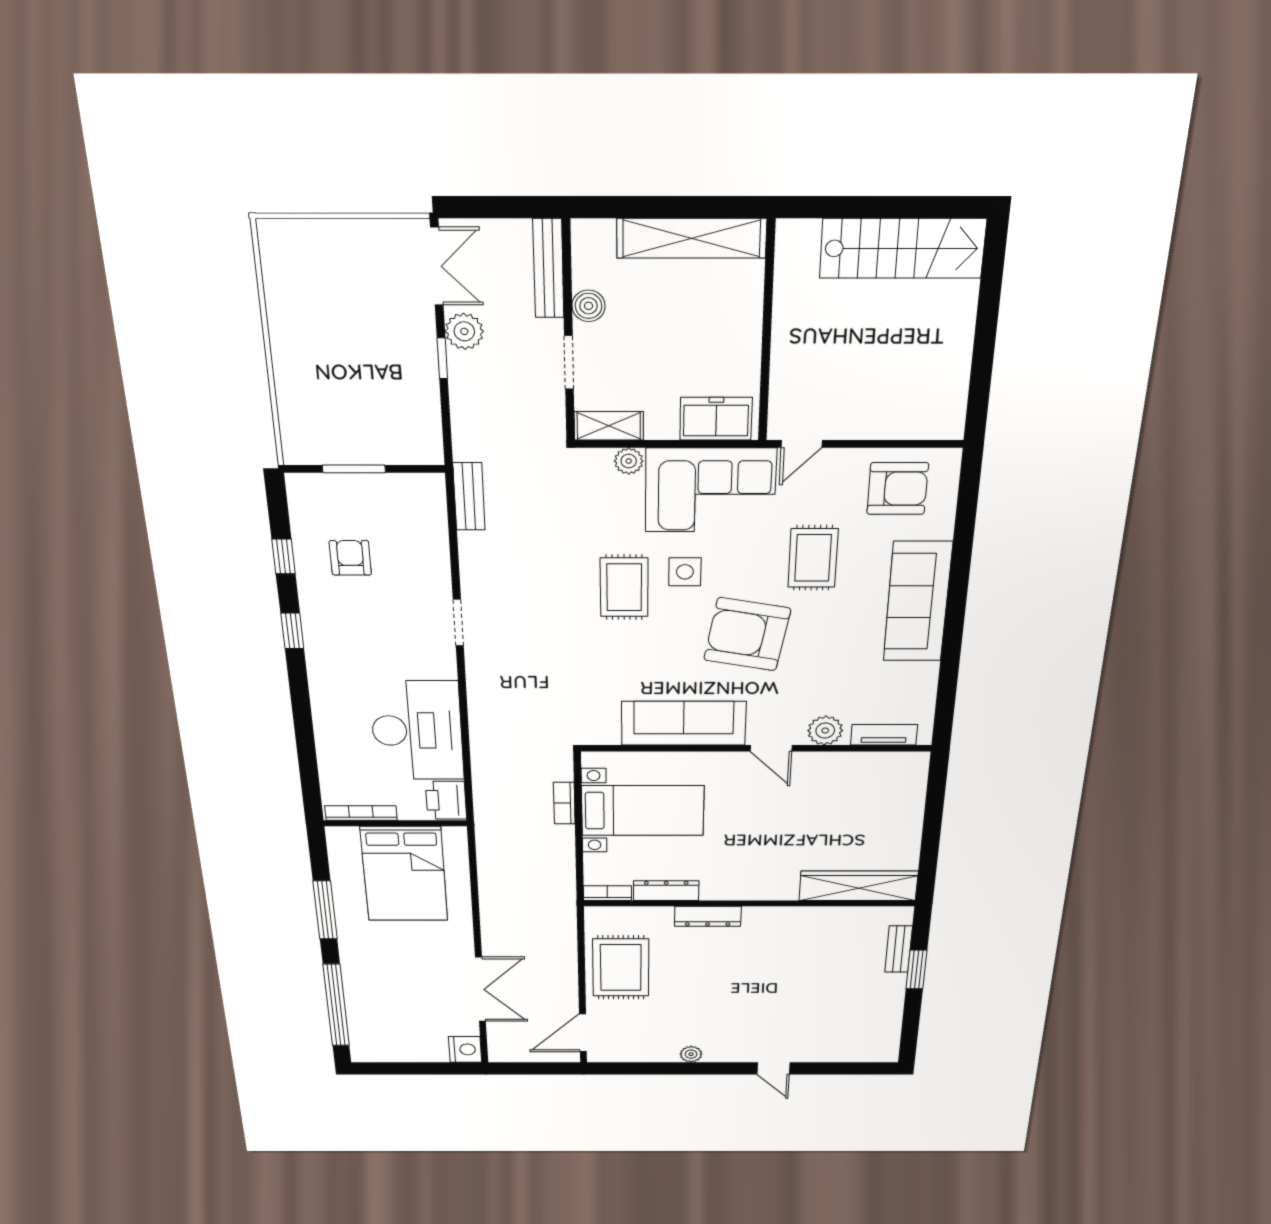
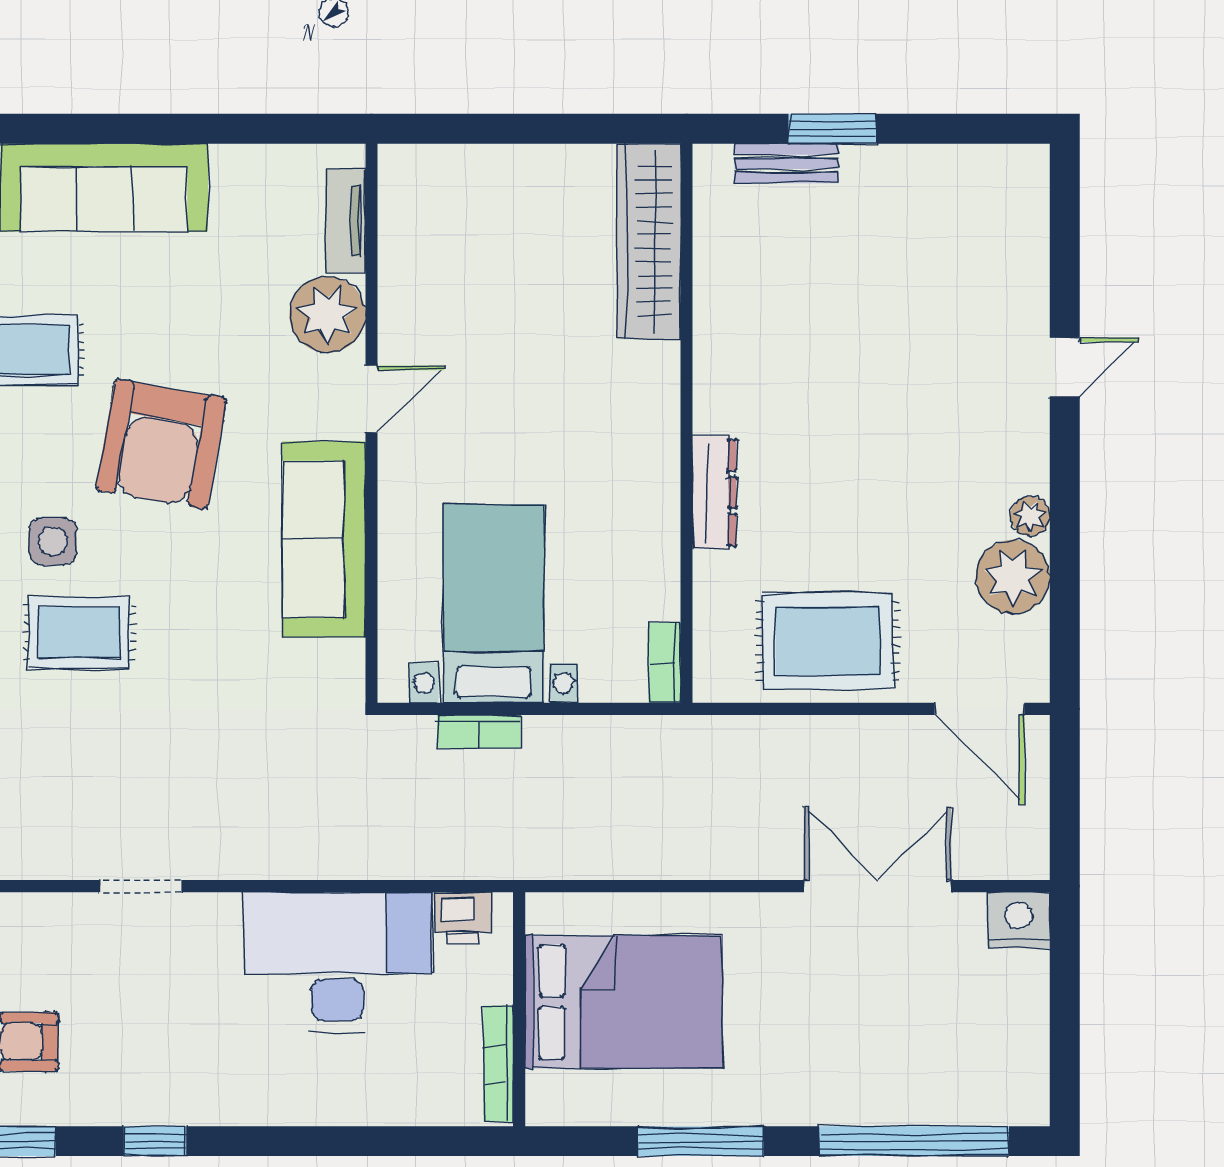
plant: (825, 731) -> (327, 315), width x1.36, depth x1.36
printer: (446, 800) -> (463, 917), width x0.73, depth x0.81
dresser: (666, 891) -> (659, 564), removed
plant: (657, 1047) -> (1013, 577), added

